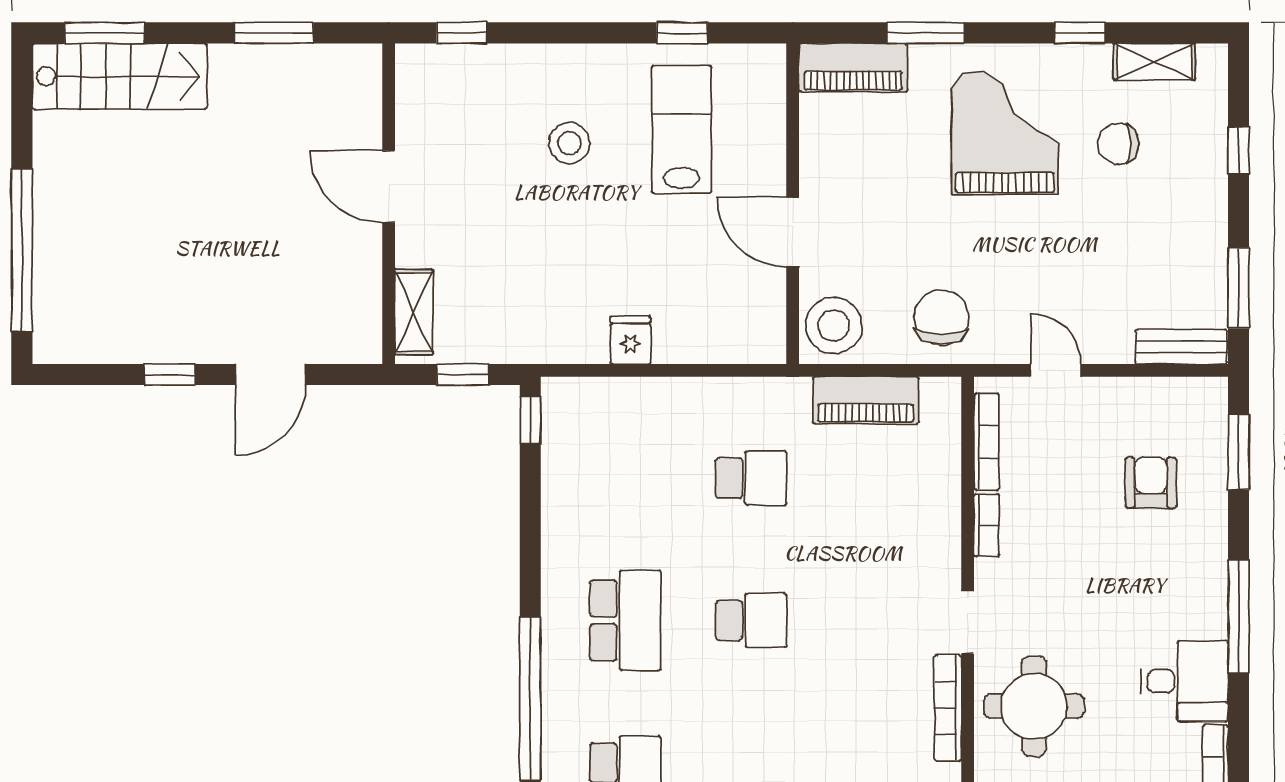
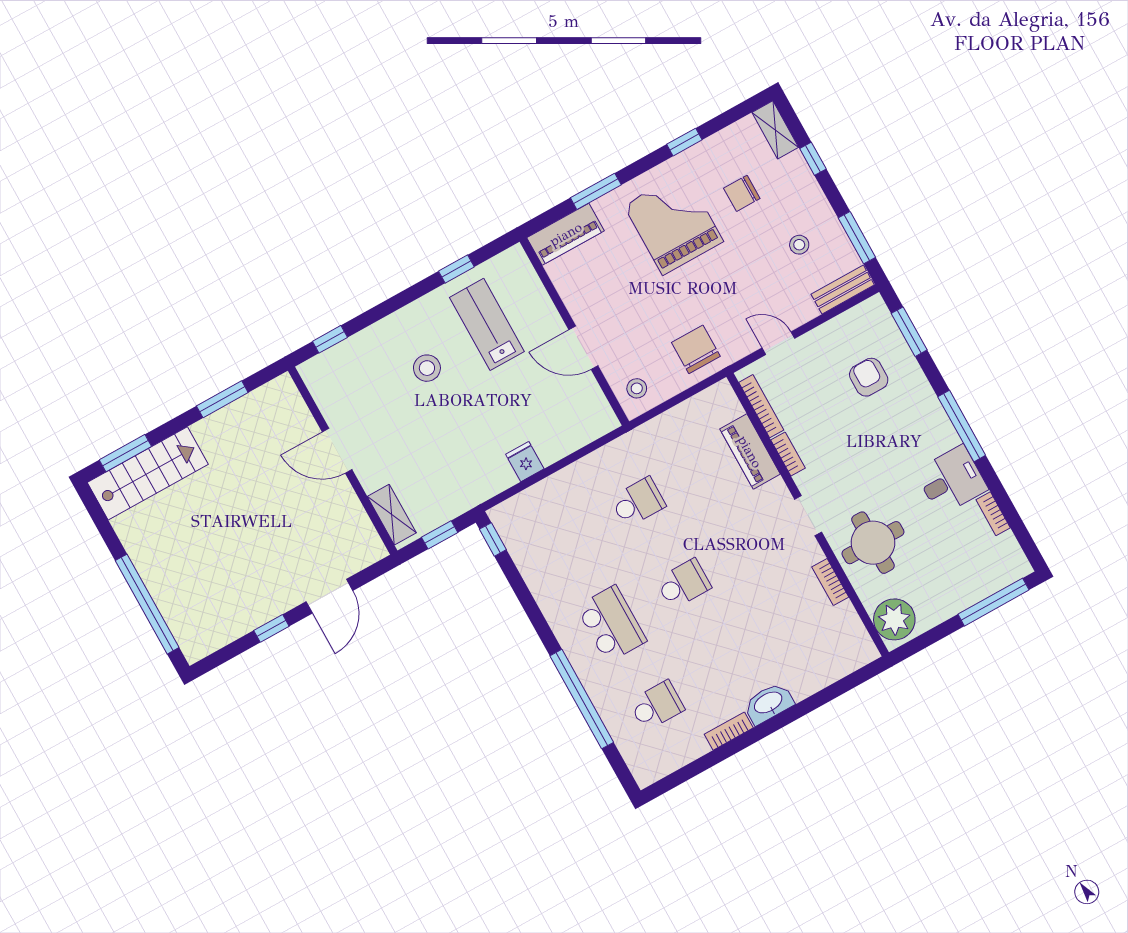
shelving: (1154, 62) -> (775, 130), moved, turned 90
stool: (1157, 255) -> (799, 245), added
stool: (834, 326) -> (637, 388), width x0.53, depth x0.53
piano: (866, 400) -> (750, 452), moved, turned 90
bookcase: (948, 708) -> (830, 582), width x0.64

